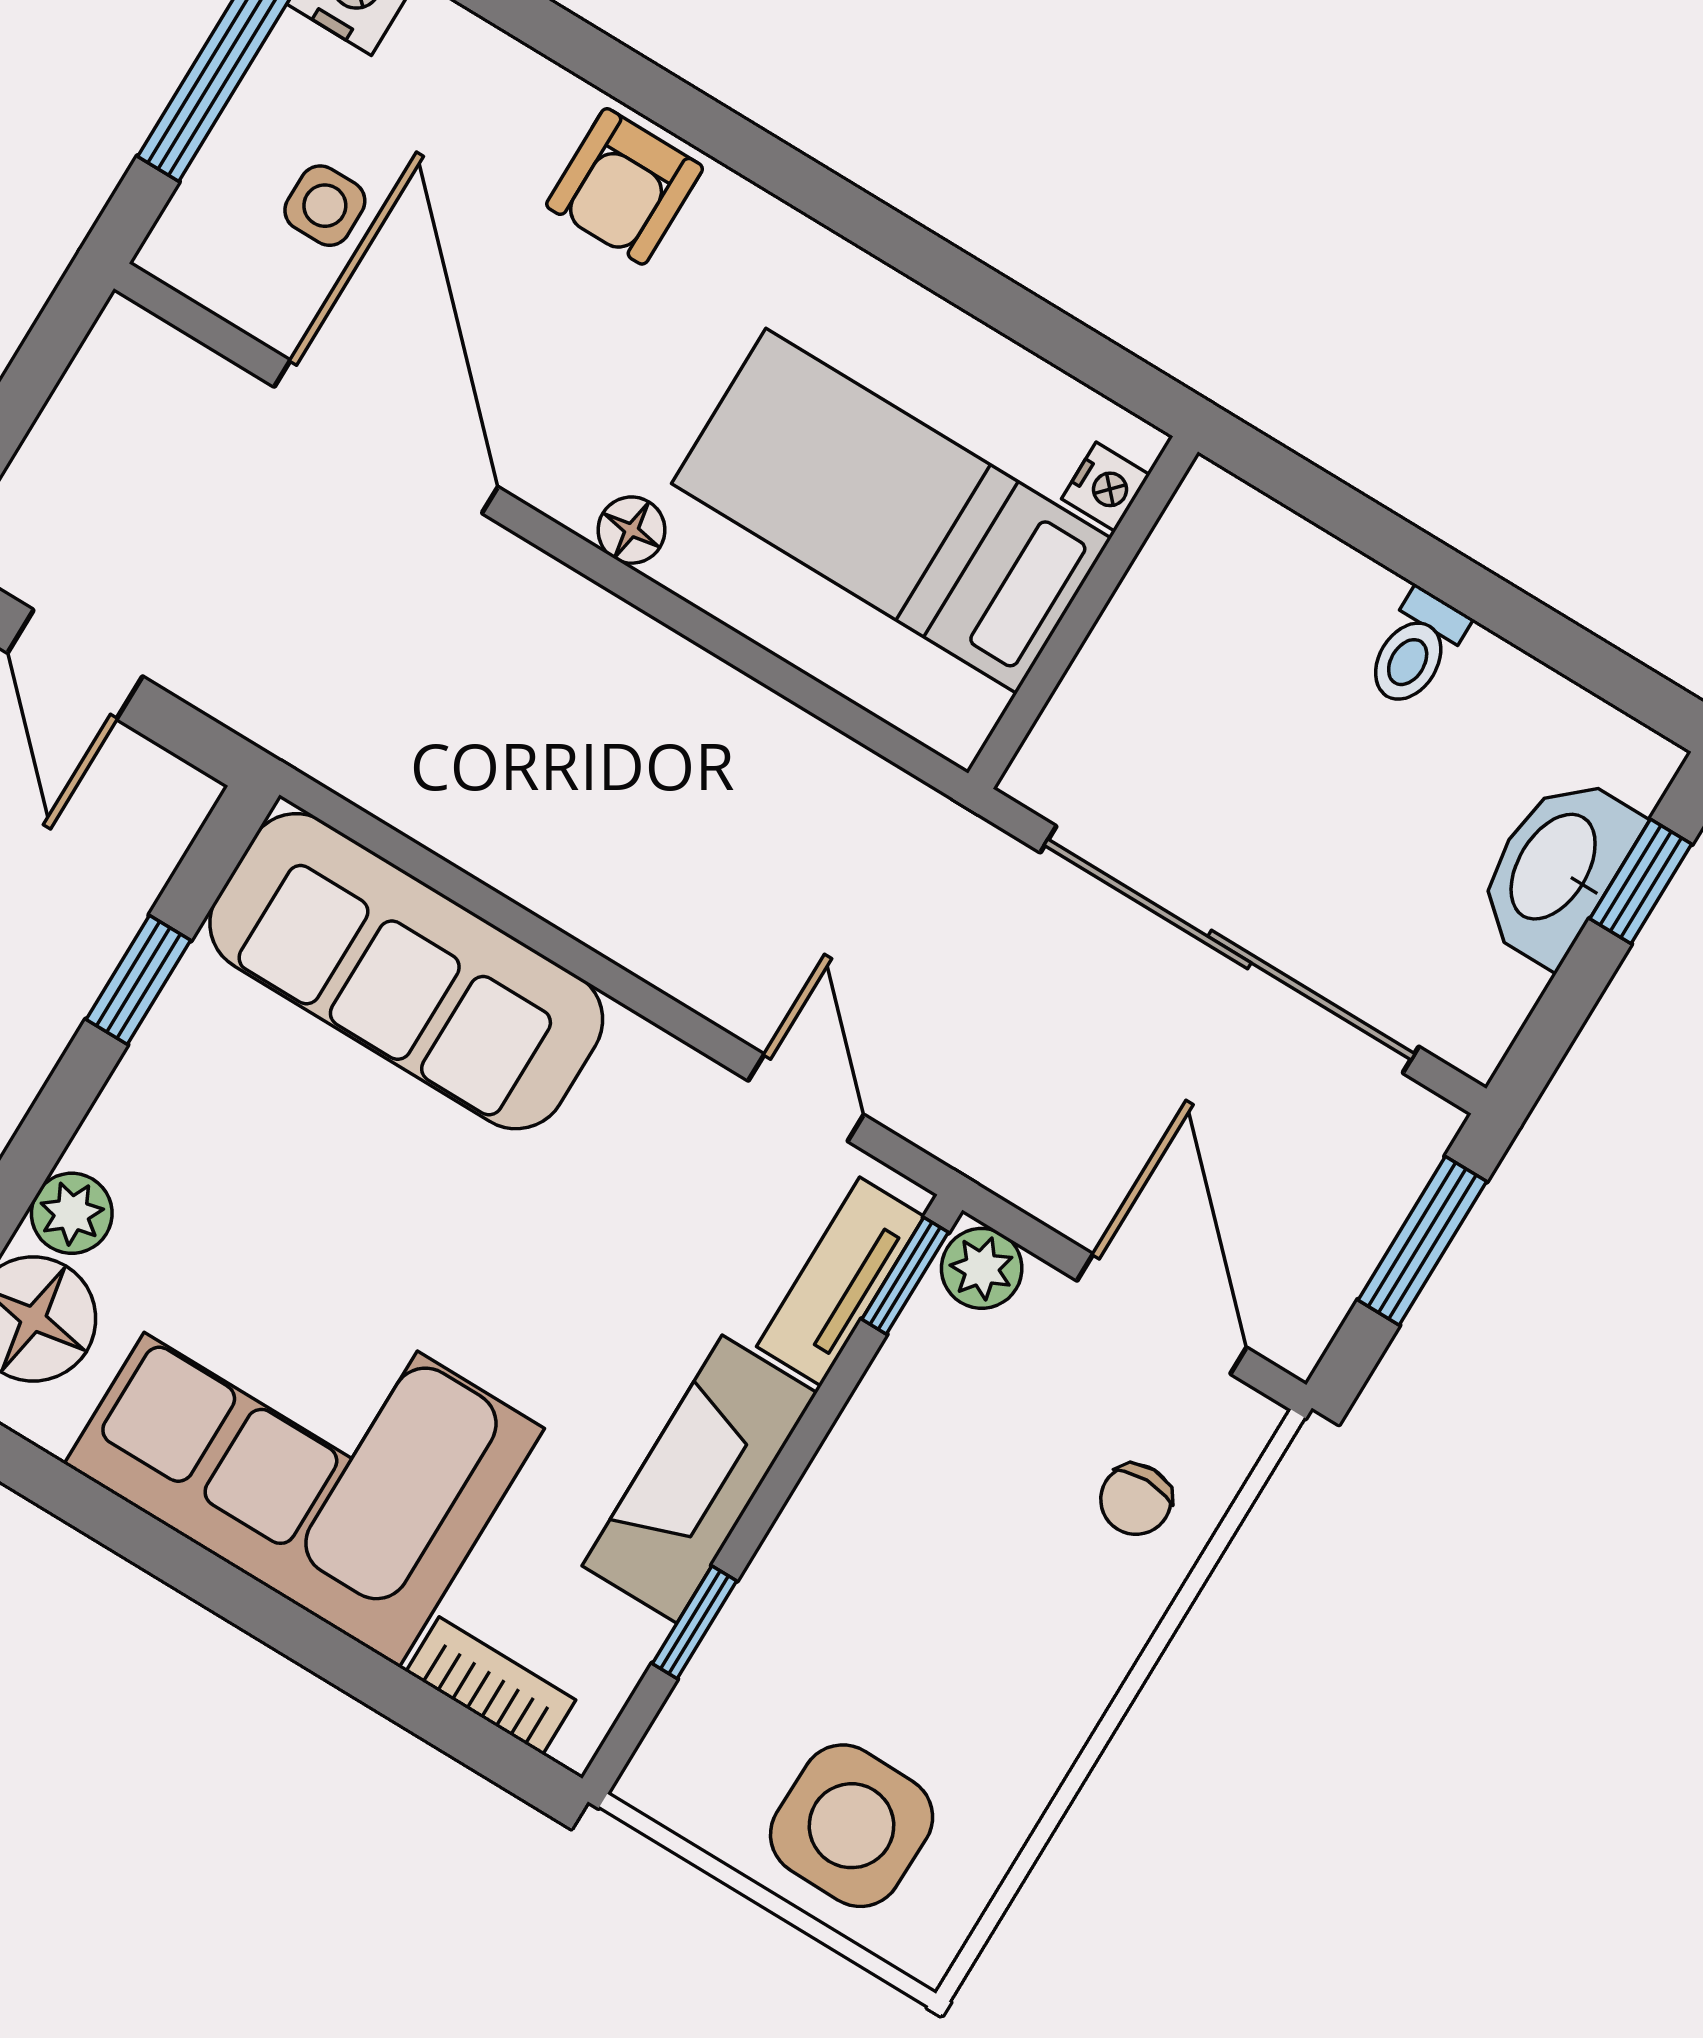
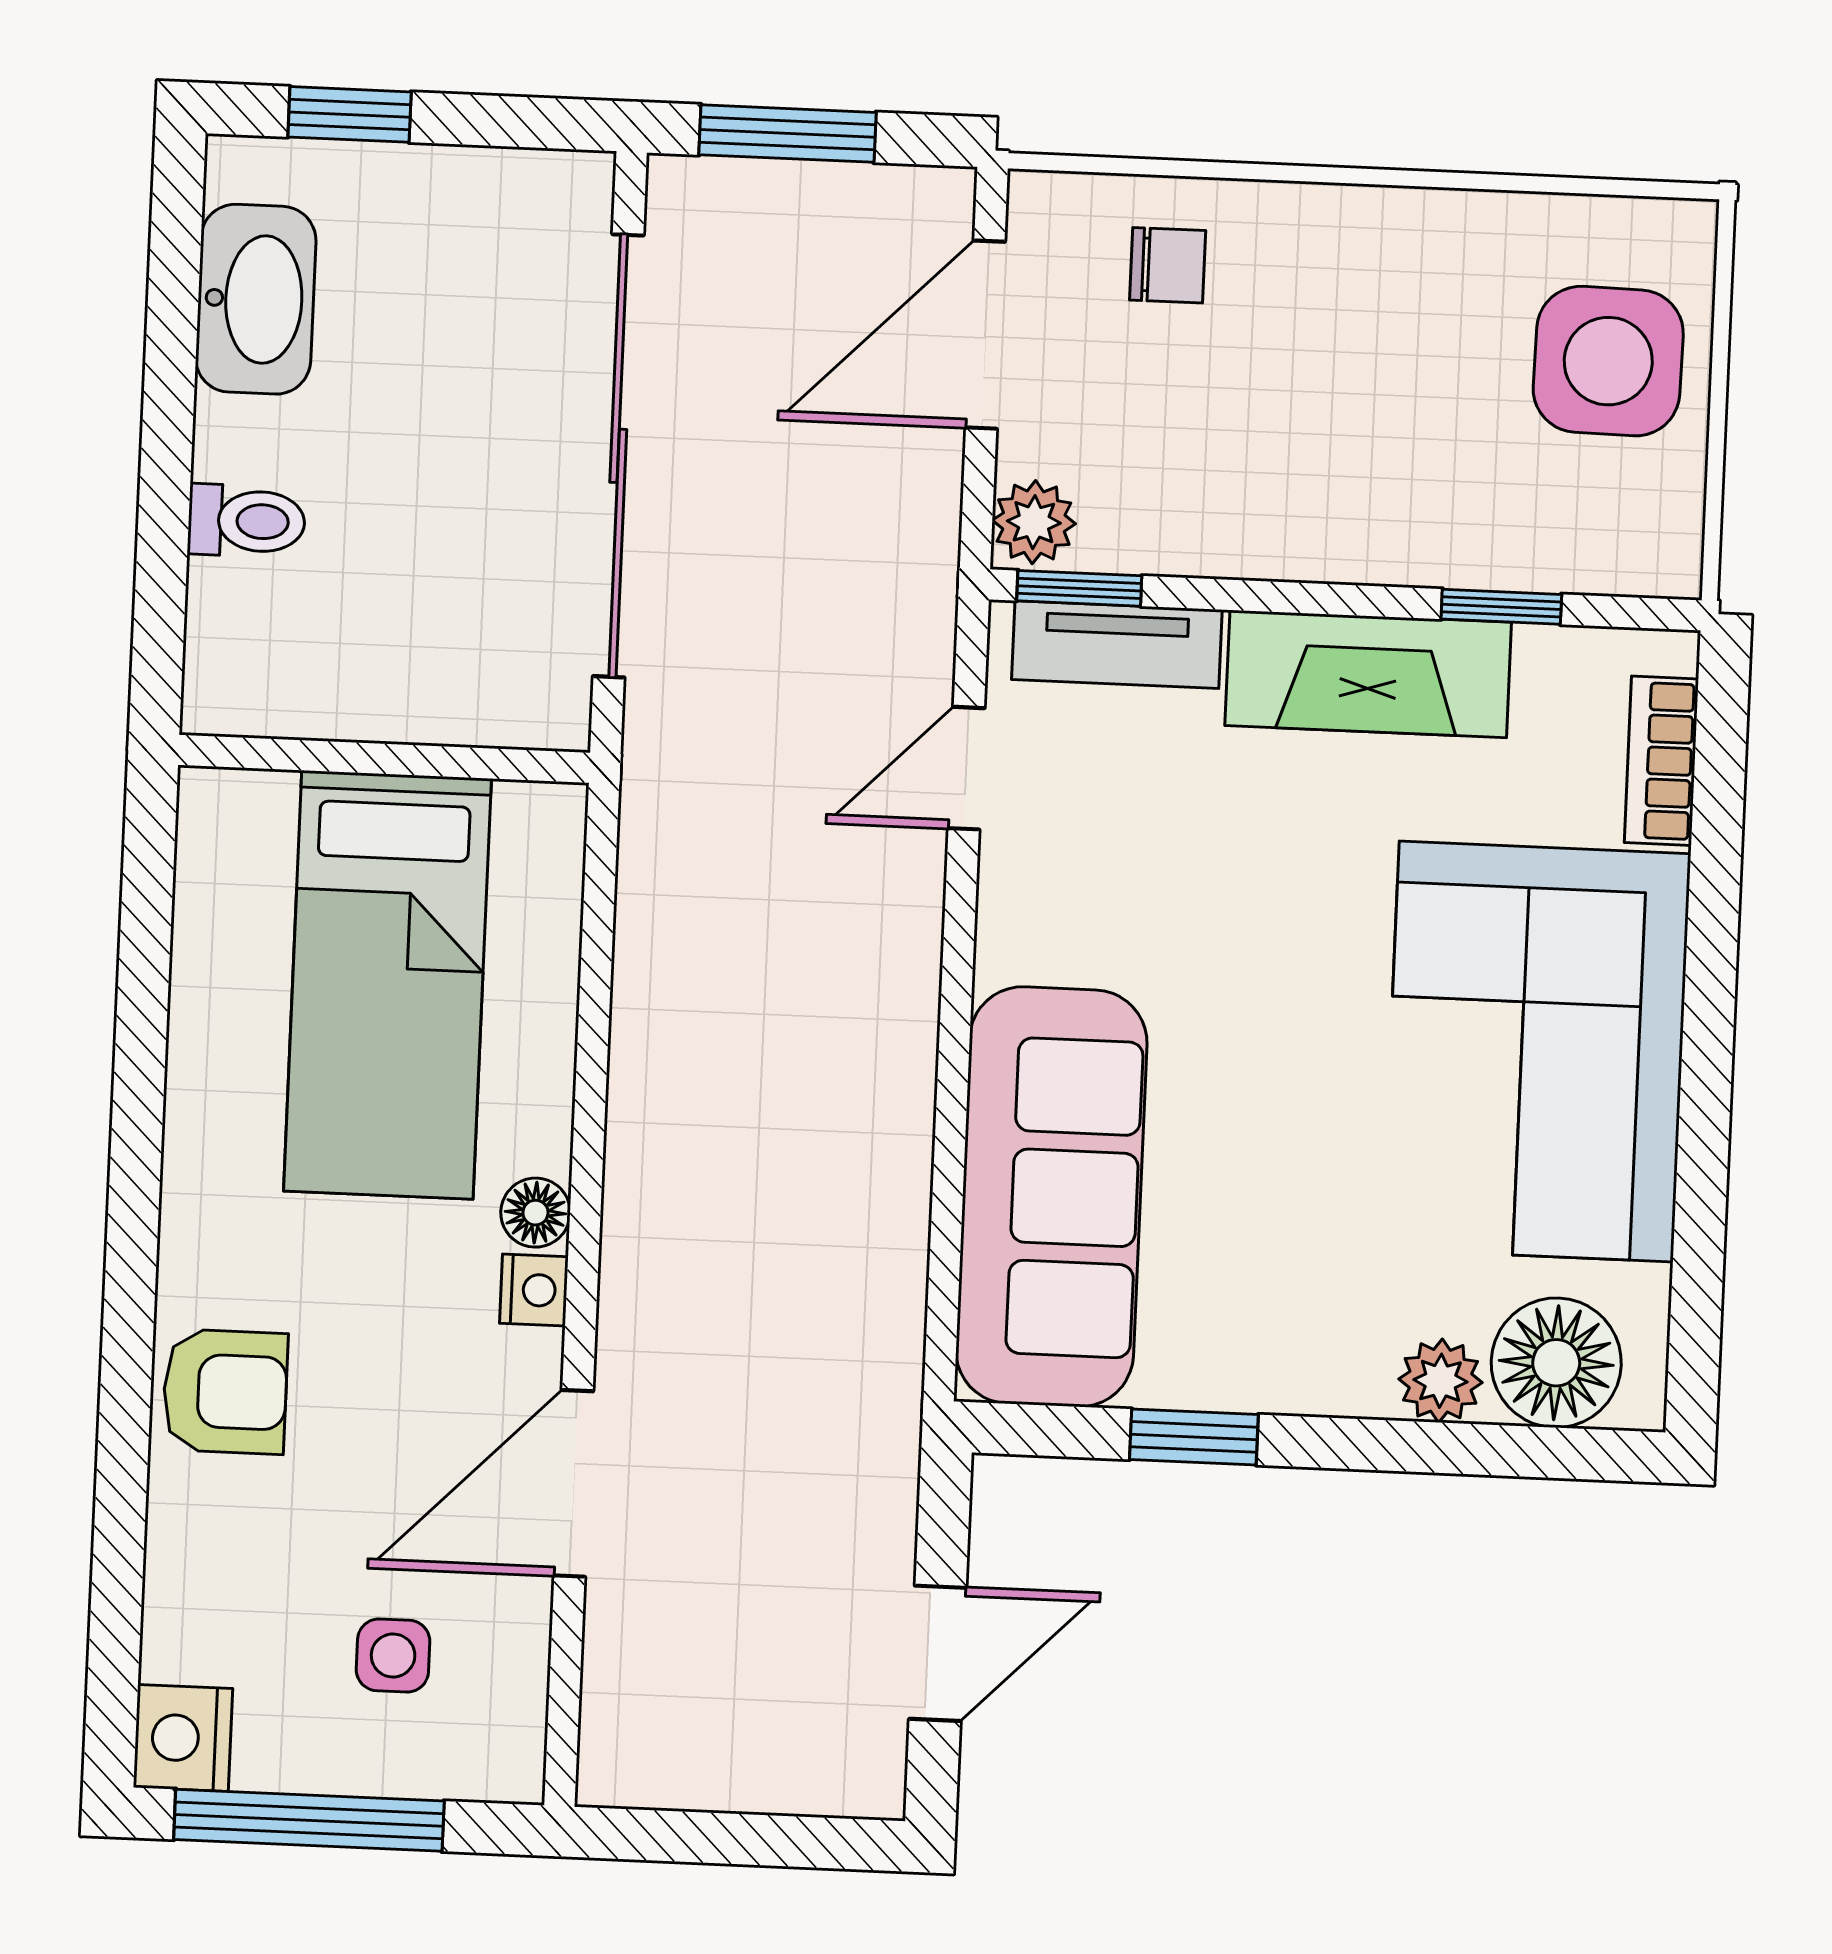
door: (386, 437) -> (573, 1483), width x0.73
nightstand: (1106, 487) -> (534, 1290), moved, turned 90
toilet: (1416, 649) -> (246, 521), moved
washbasin: (1556, 868) -> (256, 299), moved, turned -90

